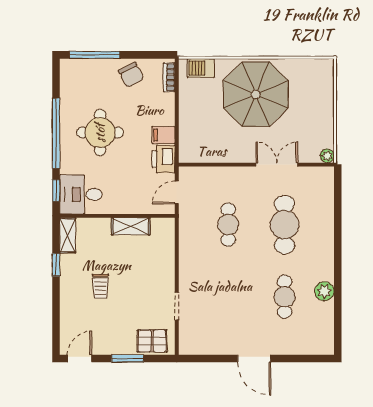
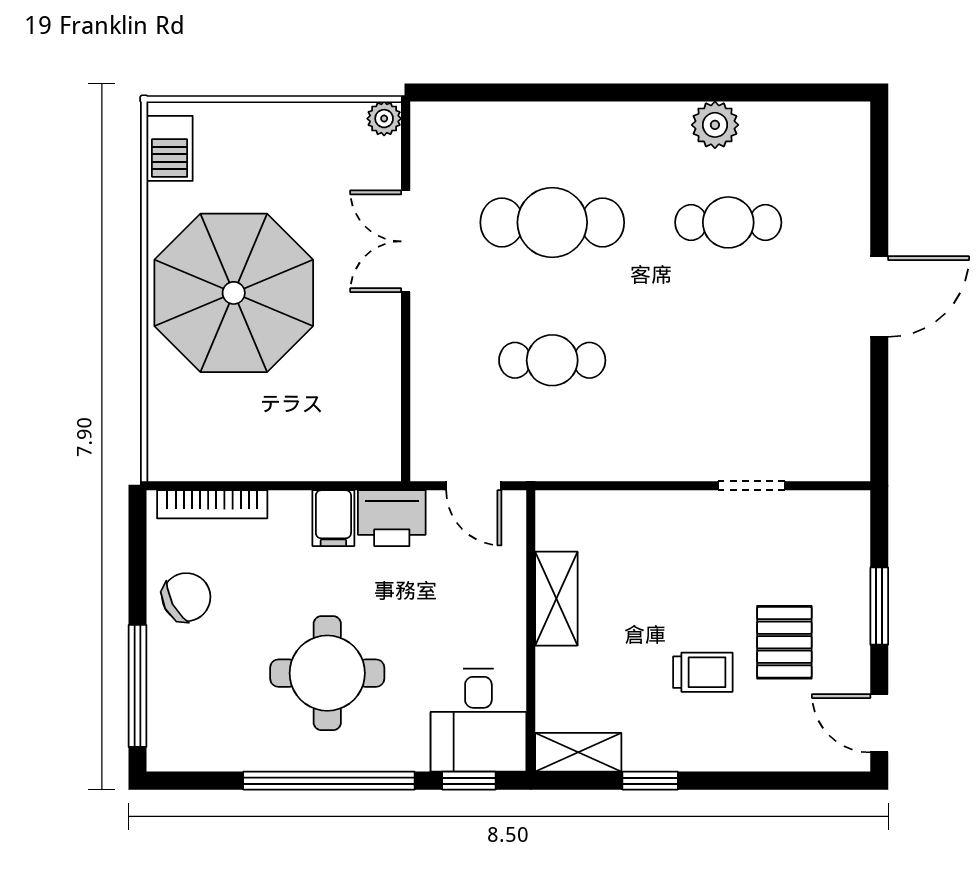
barbecue: (201, 68) -> (170, 148), moved
bookcase: (169, 77) -> (212, 504), width x1.56
pallet: (152, 341) -> (784, 642), moved

